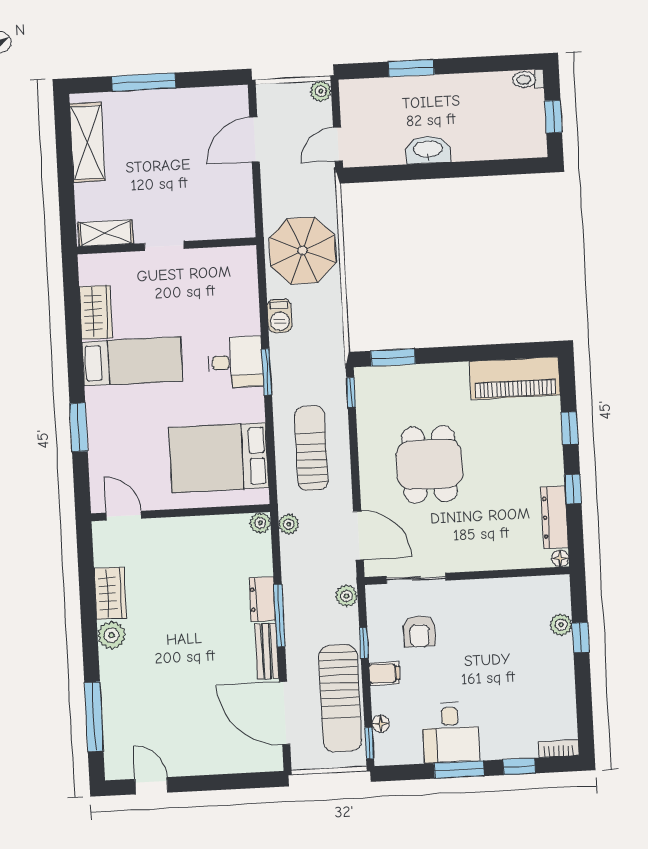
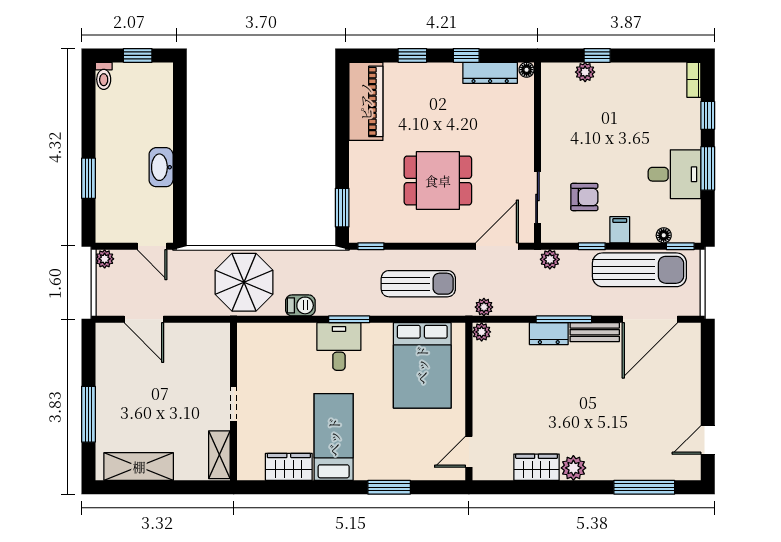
sun lounger: (311, 448) -> (418, 284), turned 180

